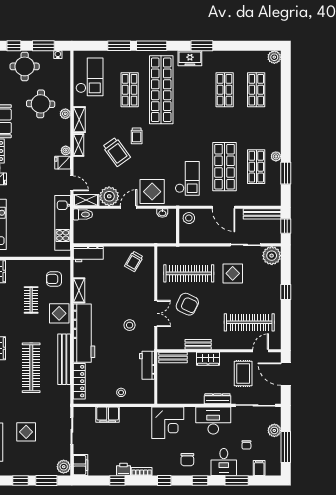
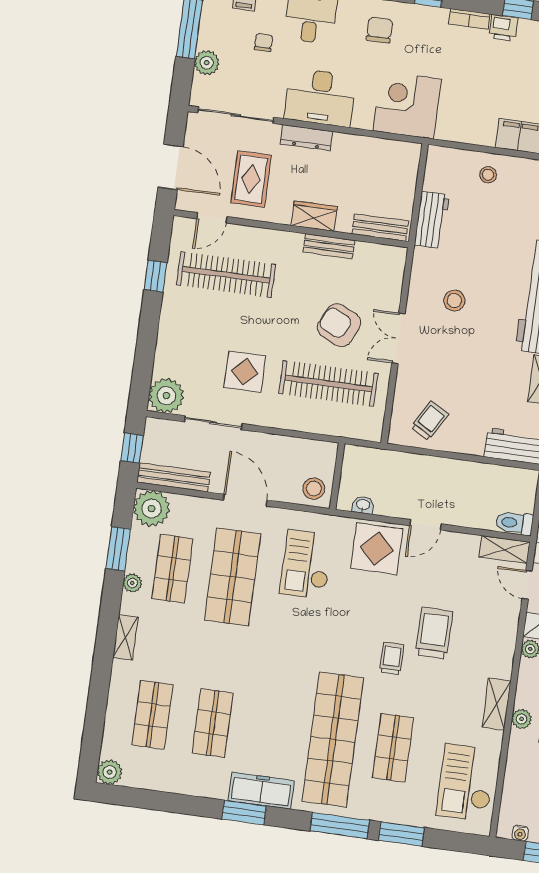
freezer: (190, 58) -> (261, 791), width x1.40
shelving: (78, 145) -> (125, 637), moved
trolley: (117, 152) -> (434, 633), turned 36
plant: (109, 196) -> (152, 509), moved
window: (286, 292) -> (156, 276), moved
double door: (156, 313) -> (398, 338), moved

